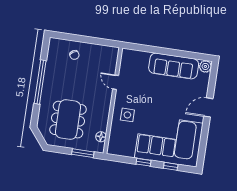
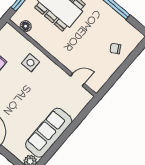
door: (116, 82) -> (78, 80), moved

